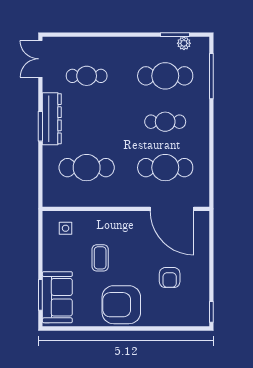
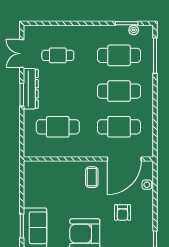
double door: (40, 59) -> (22, 54), moved
cafe table: (165, 122) -> (119, 91), width x1.37, depth x1.35
door: (172, 209) -> (124, 159), hinge flipped
side table: (66, 228) -> (147, 185), moved
coffee table: (100, 258) -> (92, 177), moved

